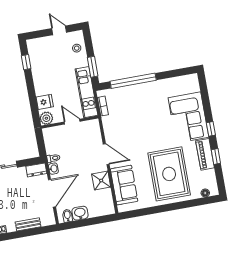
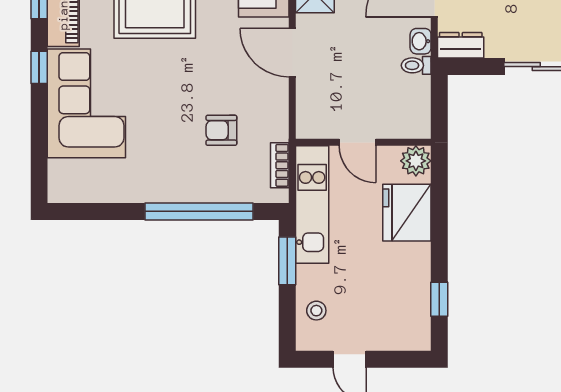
fridge: (45, 102) -> (407, 213), width x1.88, depth x1.34
armchair: (130, 116) -> (221, 130), added

